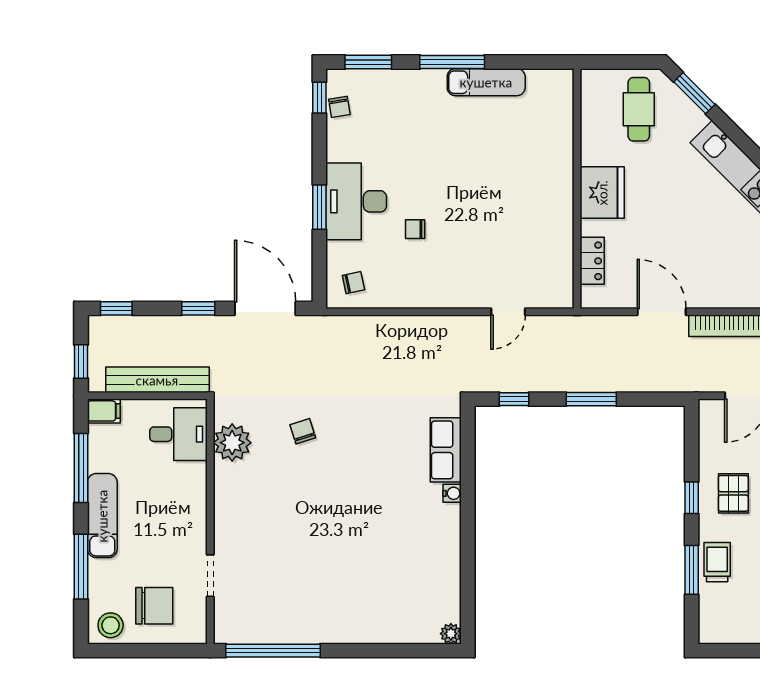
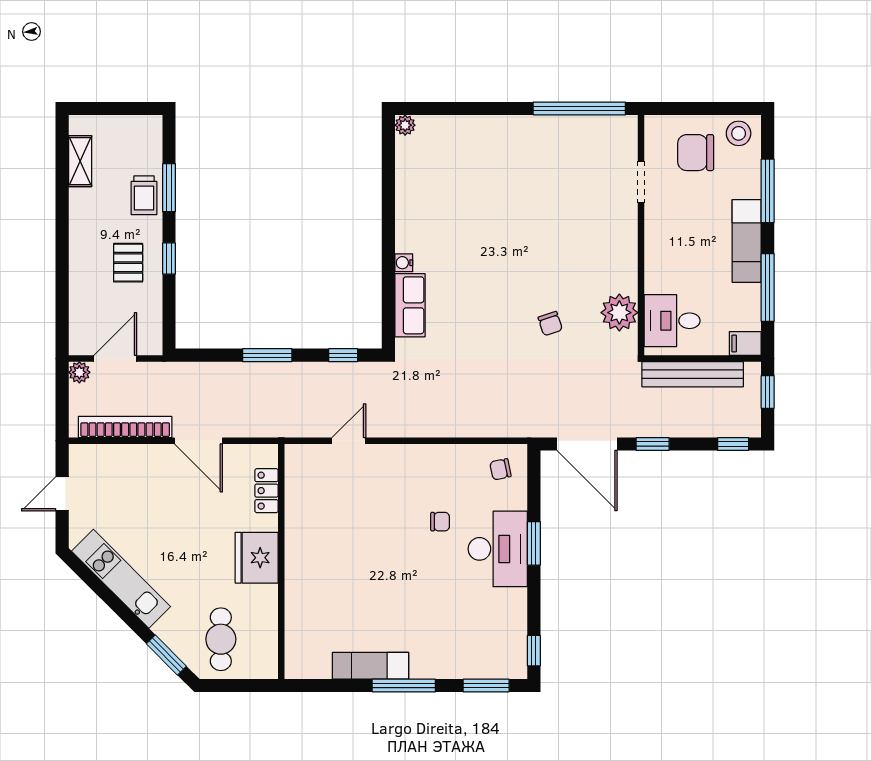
chair: (339, 107) -> (514, 642), removed

